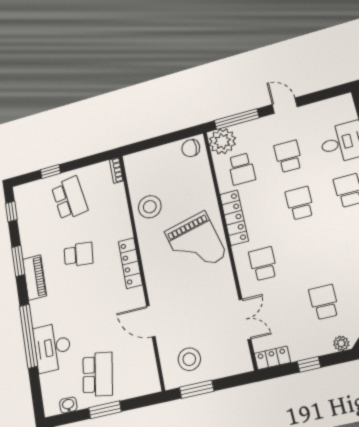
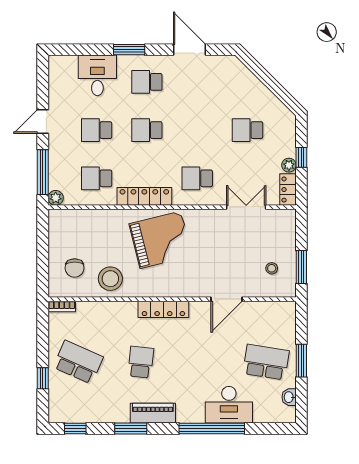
plant: (222, 141) -> (56, 198), width x0.53, depth x0.53
chair: (191, 148) -> (75, 268), moved
school desk: (242, 169) -> (97, 178), turned 180
school desk: (69, 198) -> (78, 362), turned 33
plant: (341, 343) -> (289, 165), moved
stool: (189, 359) -> (272, 268), width x0.53, depth x0.53

